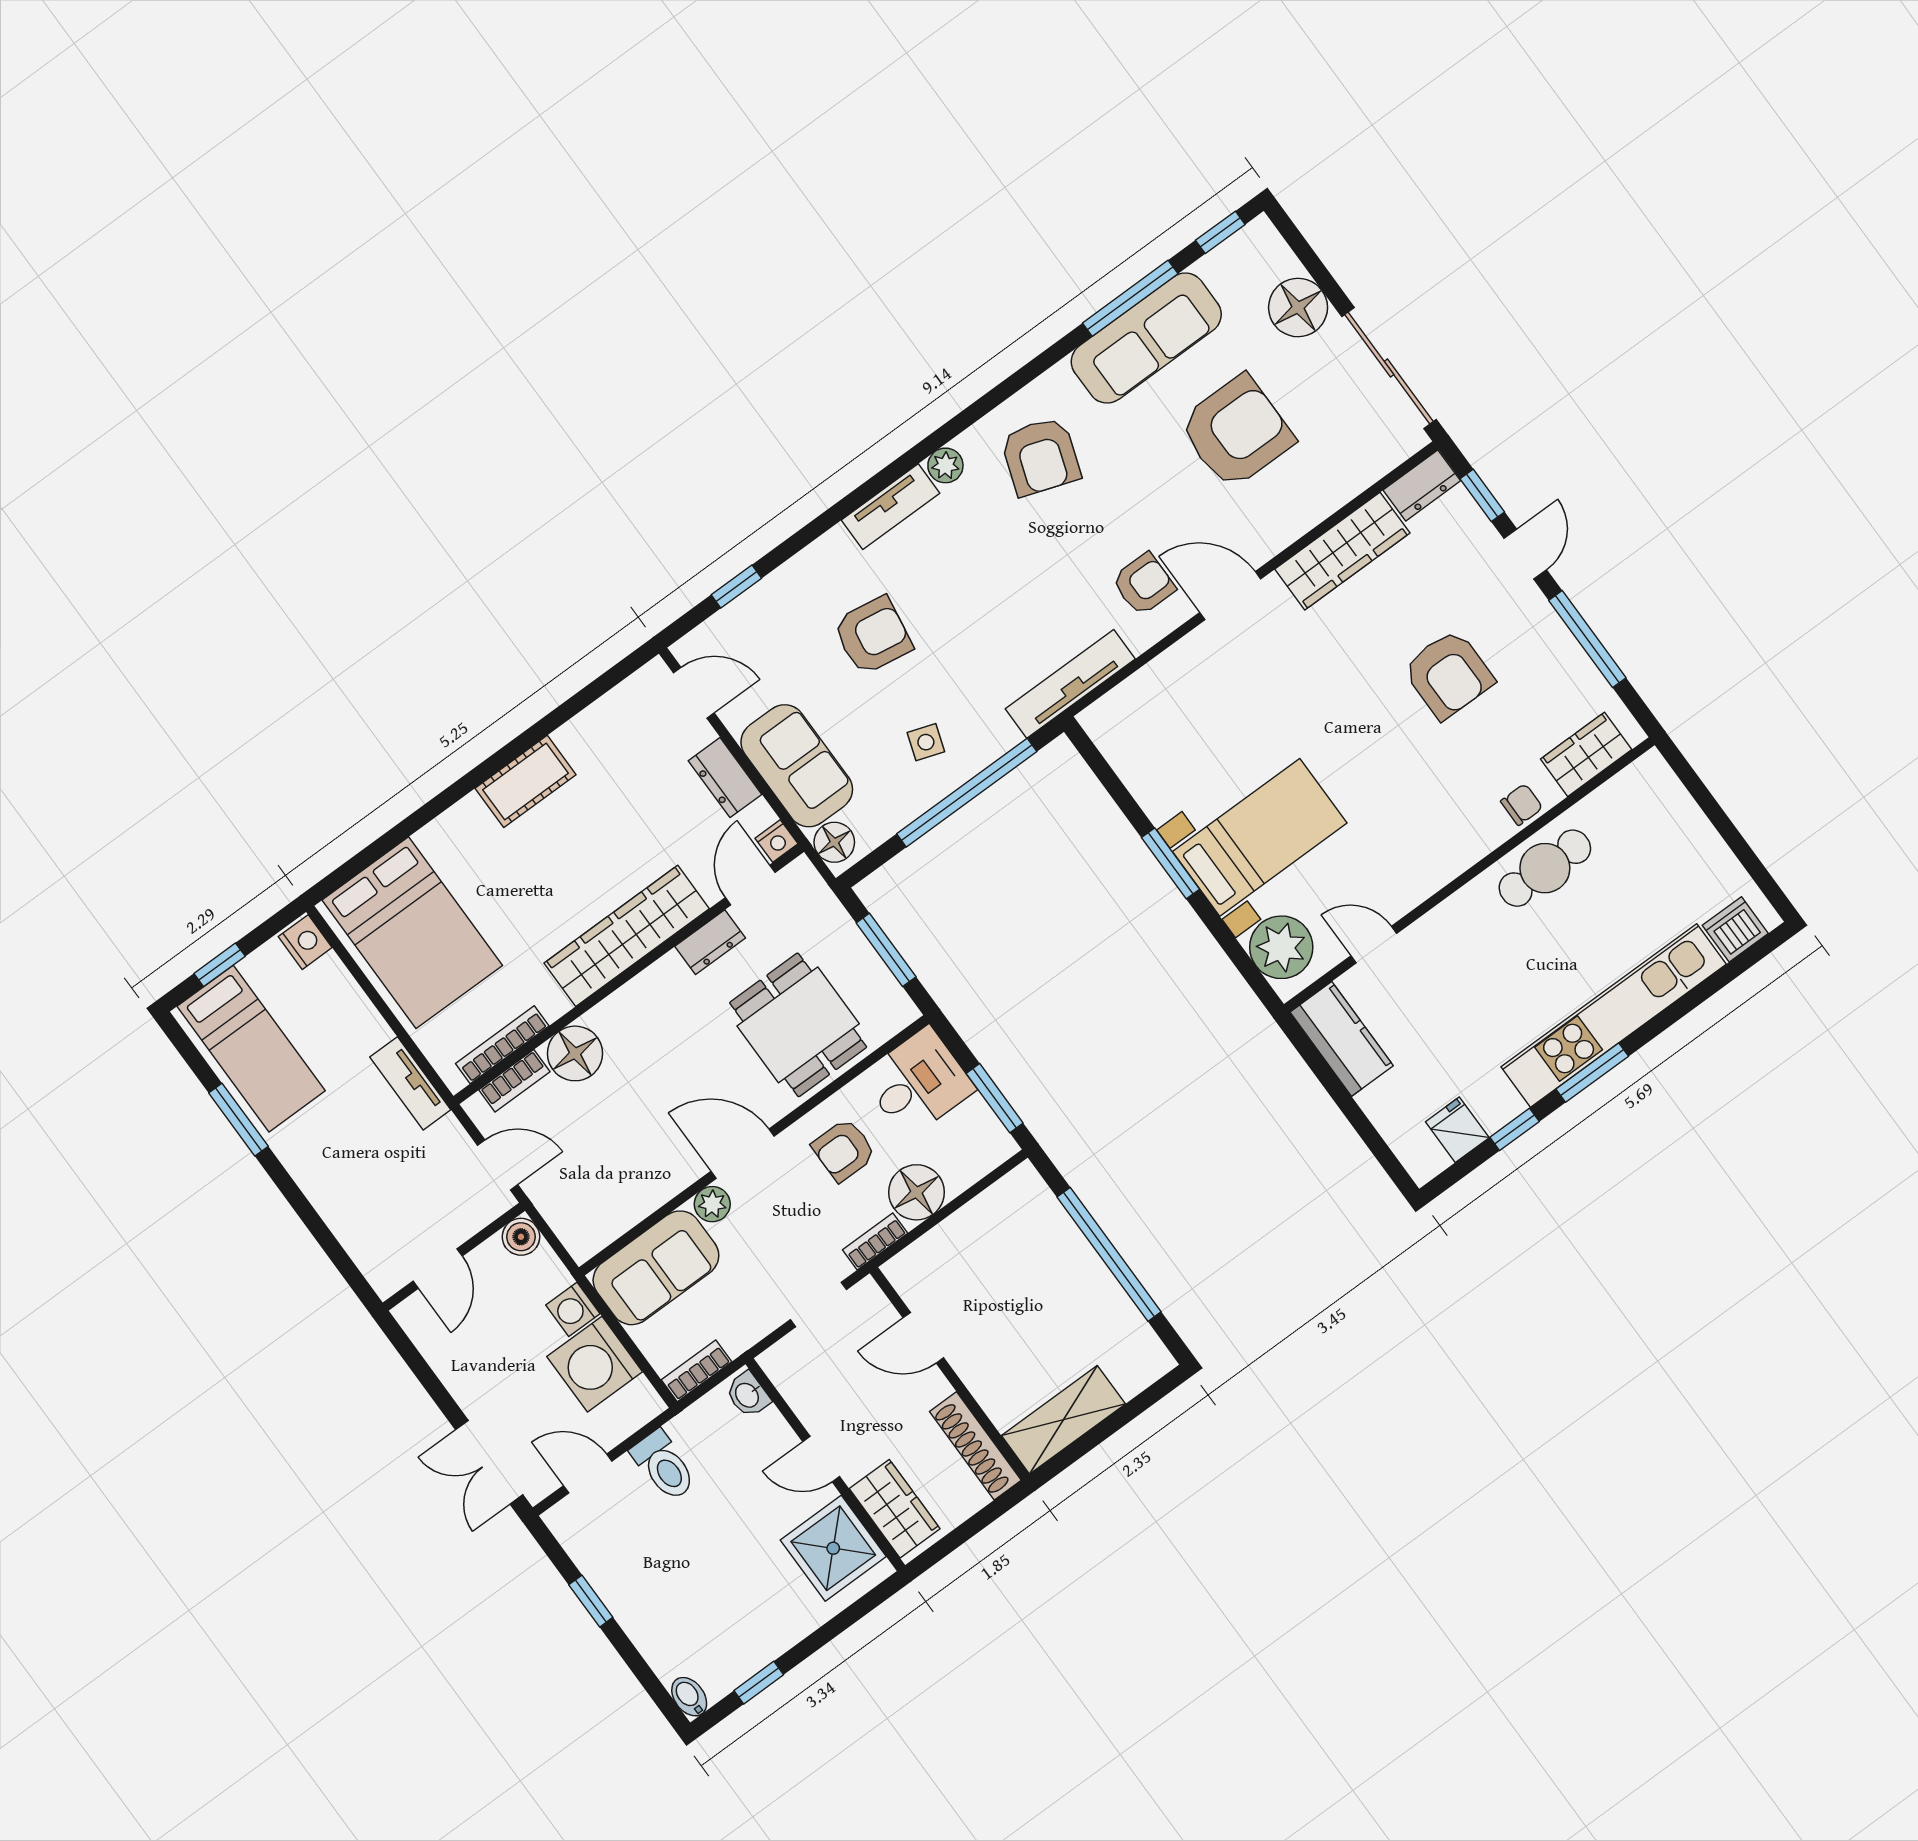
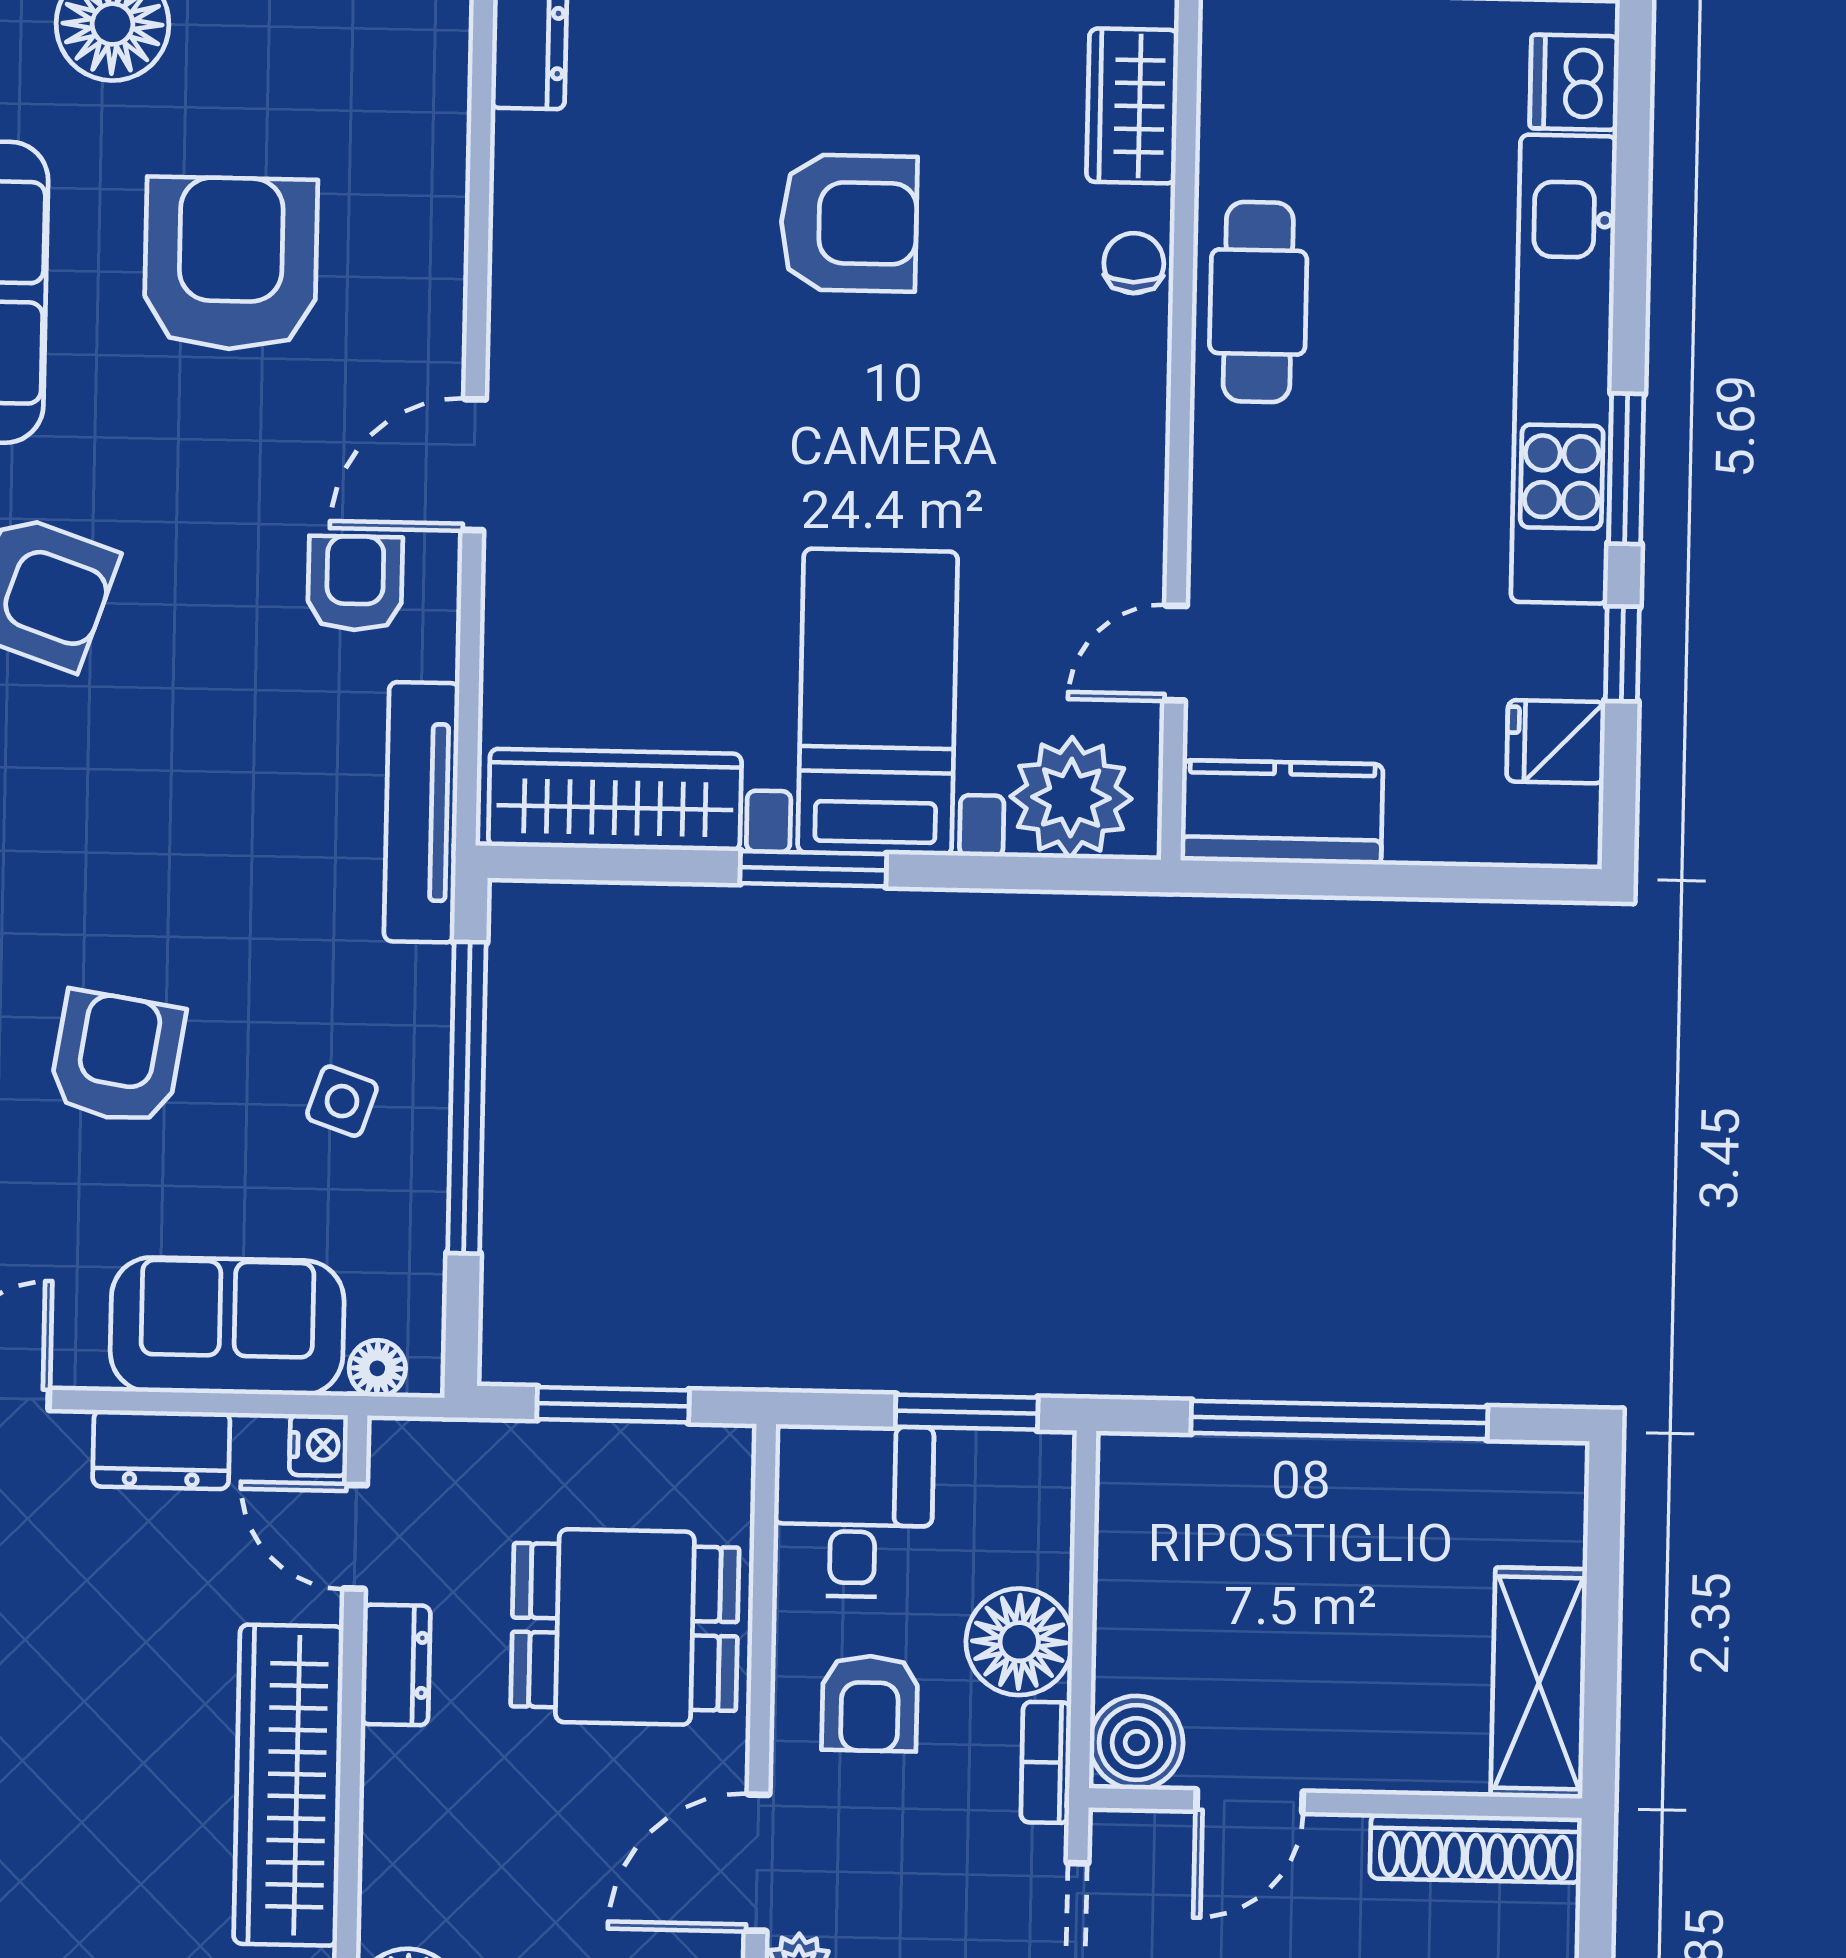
wardrobe: (1342, 551) -> (615, 800), moved, turned -90
floor lamp: (834, 842) -> (377, 1368), width x0.73, depth x0.73
boiler: (912, 1272) -> (1136, 1743), added

